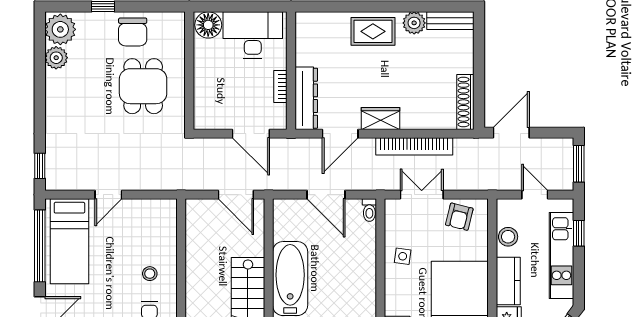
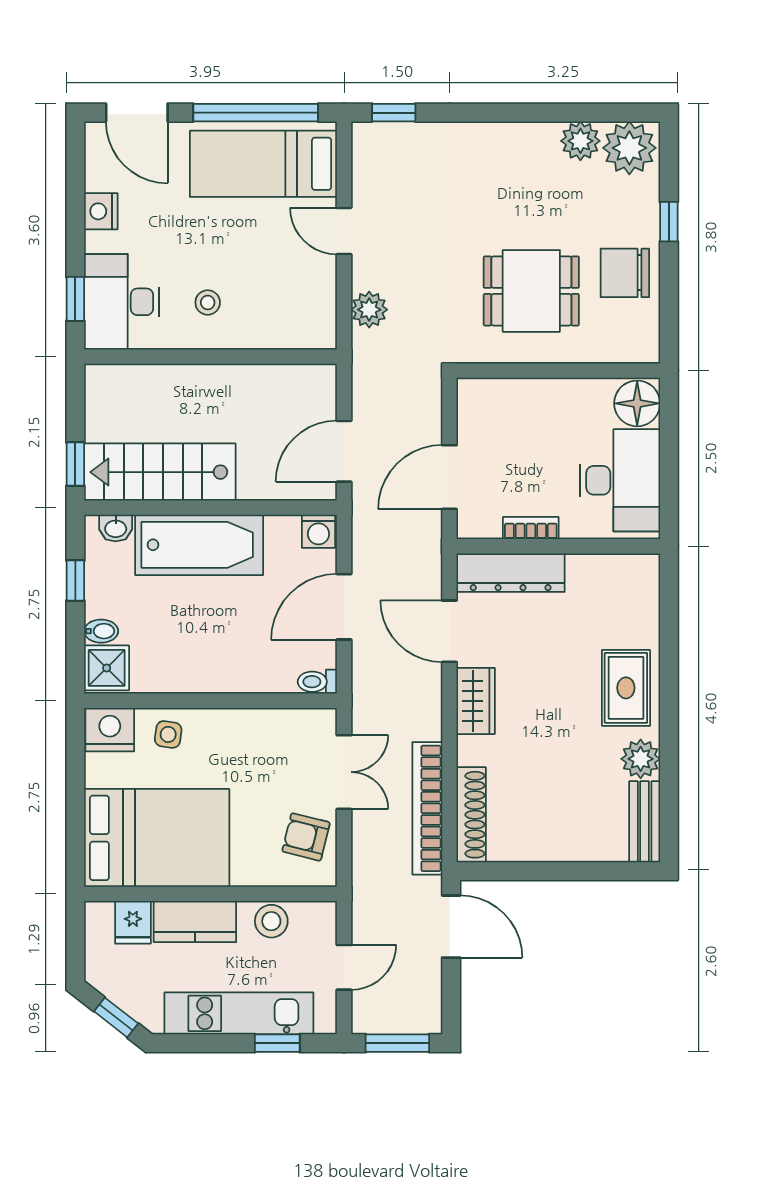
shoe rack: (465, 102) -> (471, 815), moved, turned 90
bookcase: (414, 146) -> (427, 808), moved
plant: (154, 180) -> (369, 310), added
washing machine: (282, 209) -> (318, 531), added
side table: (403, 256) -> (168, 734), moved

